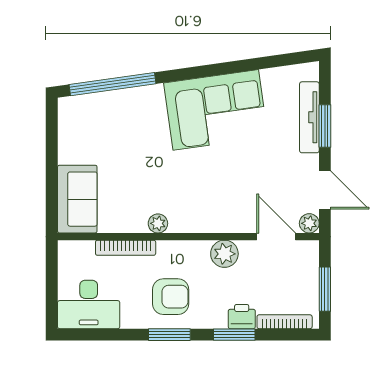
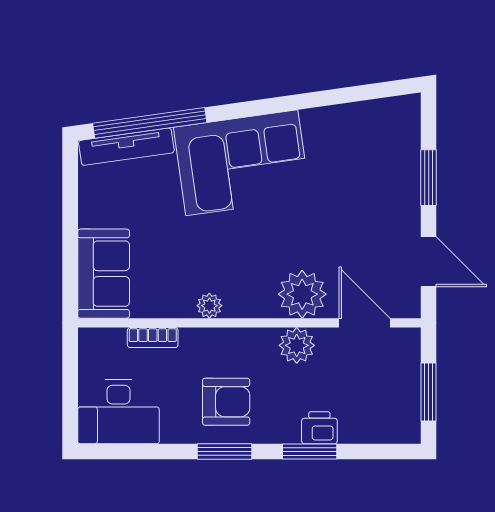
corner sofa: (216, 110) -> (242, 163), moved
tv unit: (309, 117) -> (126, 147), moved, turned -98
plant: (309, 223) -> (302, 294), moved, width x1.87, depth x1.87
bookcase: (126, 248) -> (153, 338), width x0.64
bookcase: (285, 322) -> (376, 435), removed

